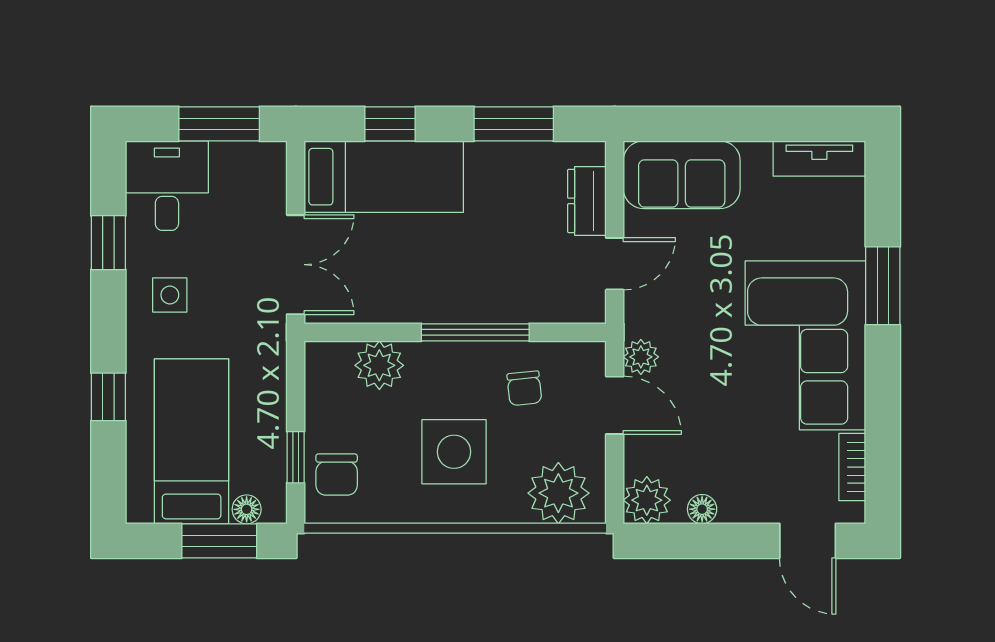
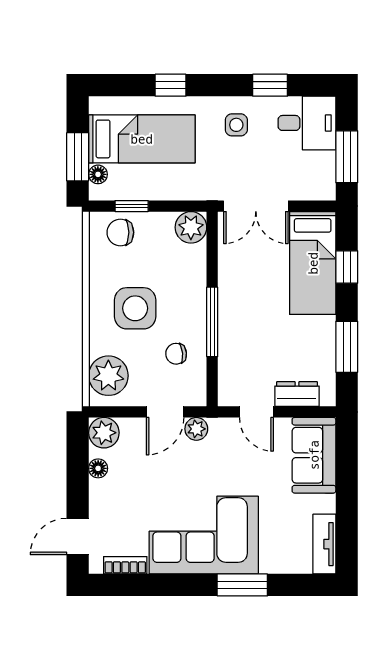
plant: (379, 365) -> (191, 227), moved

